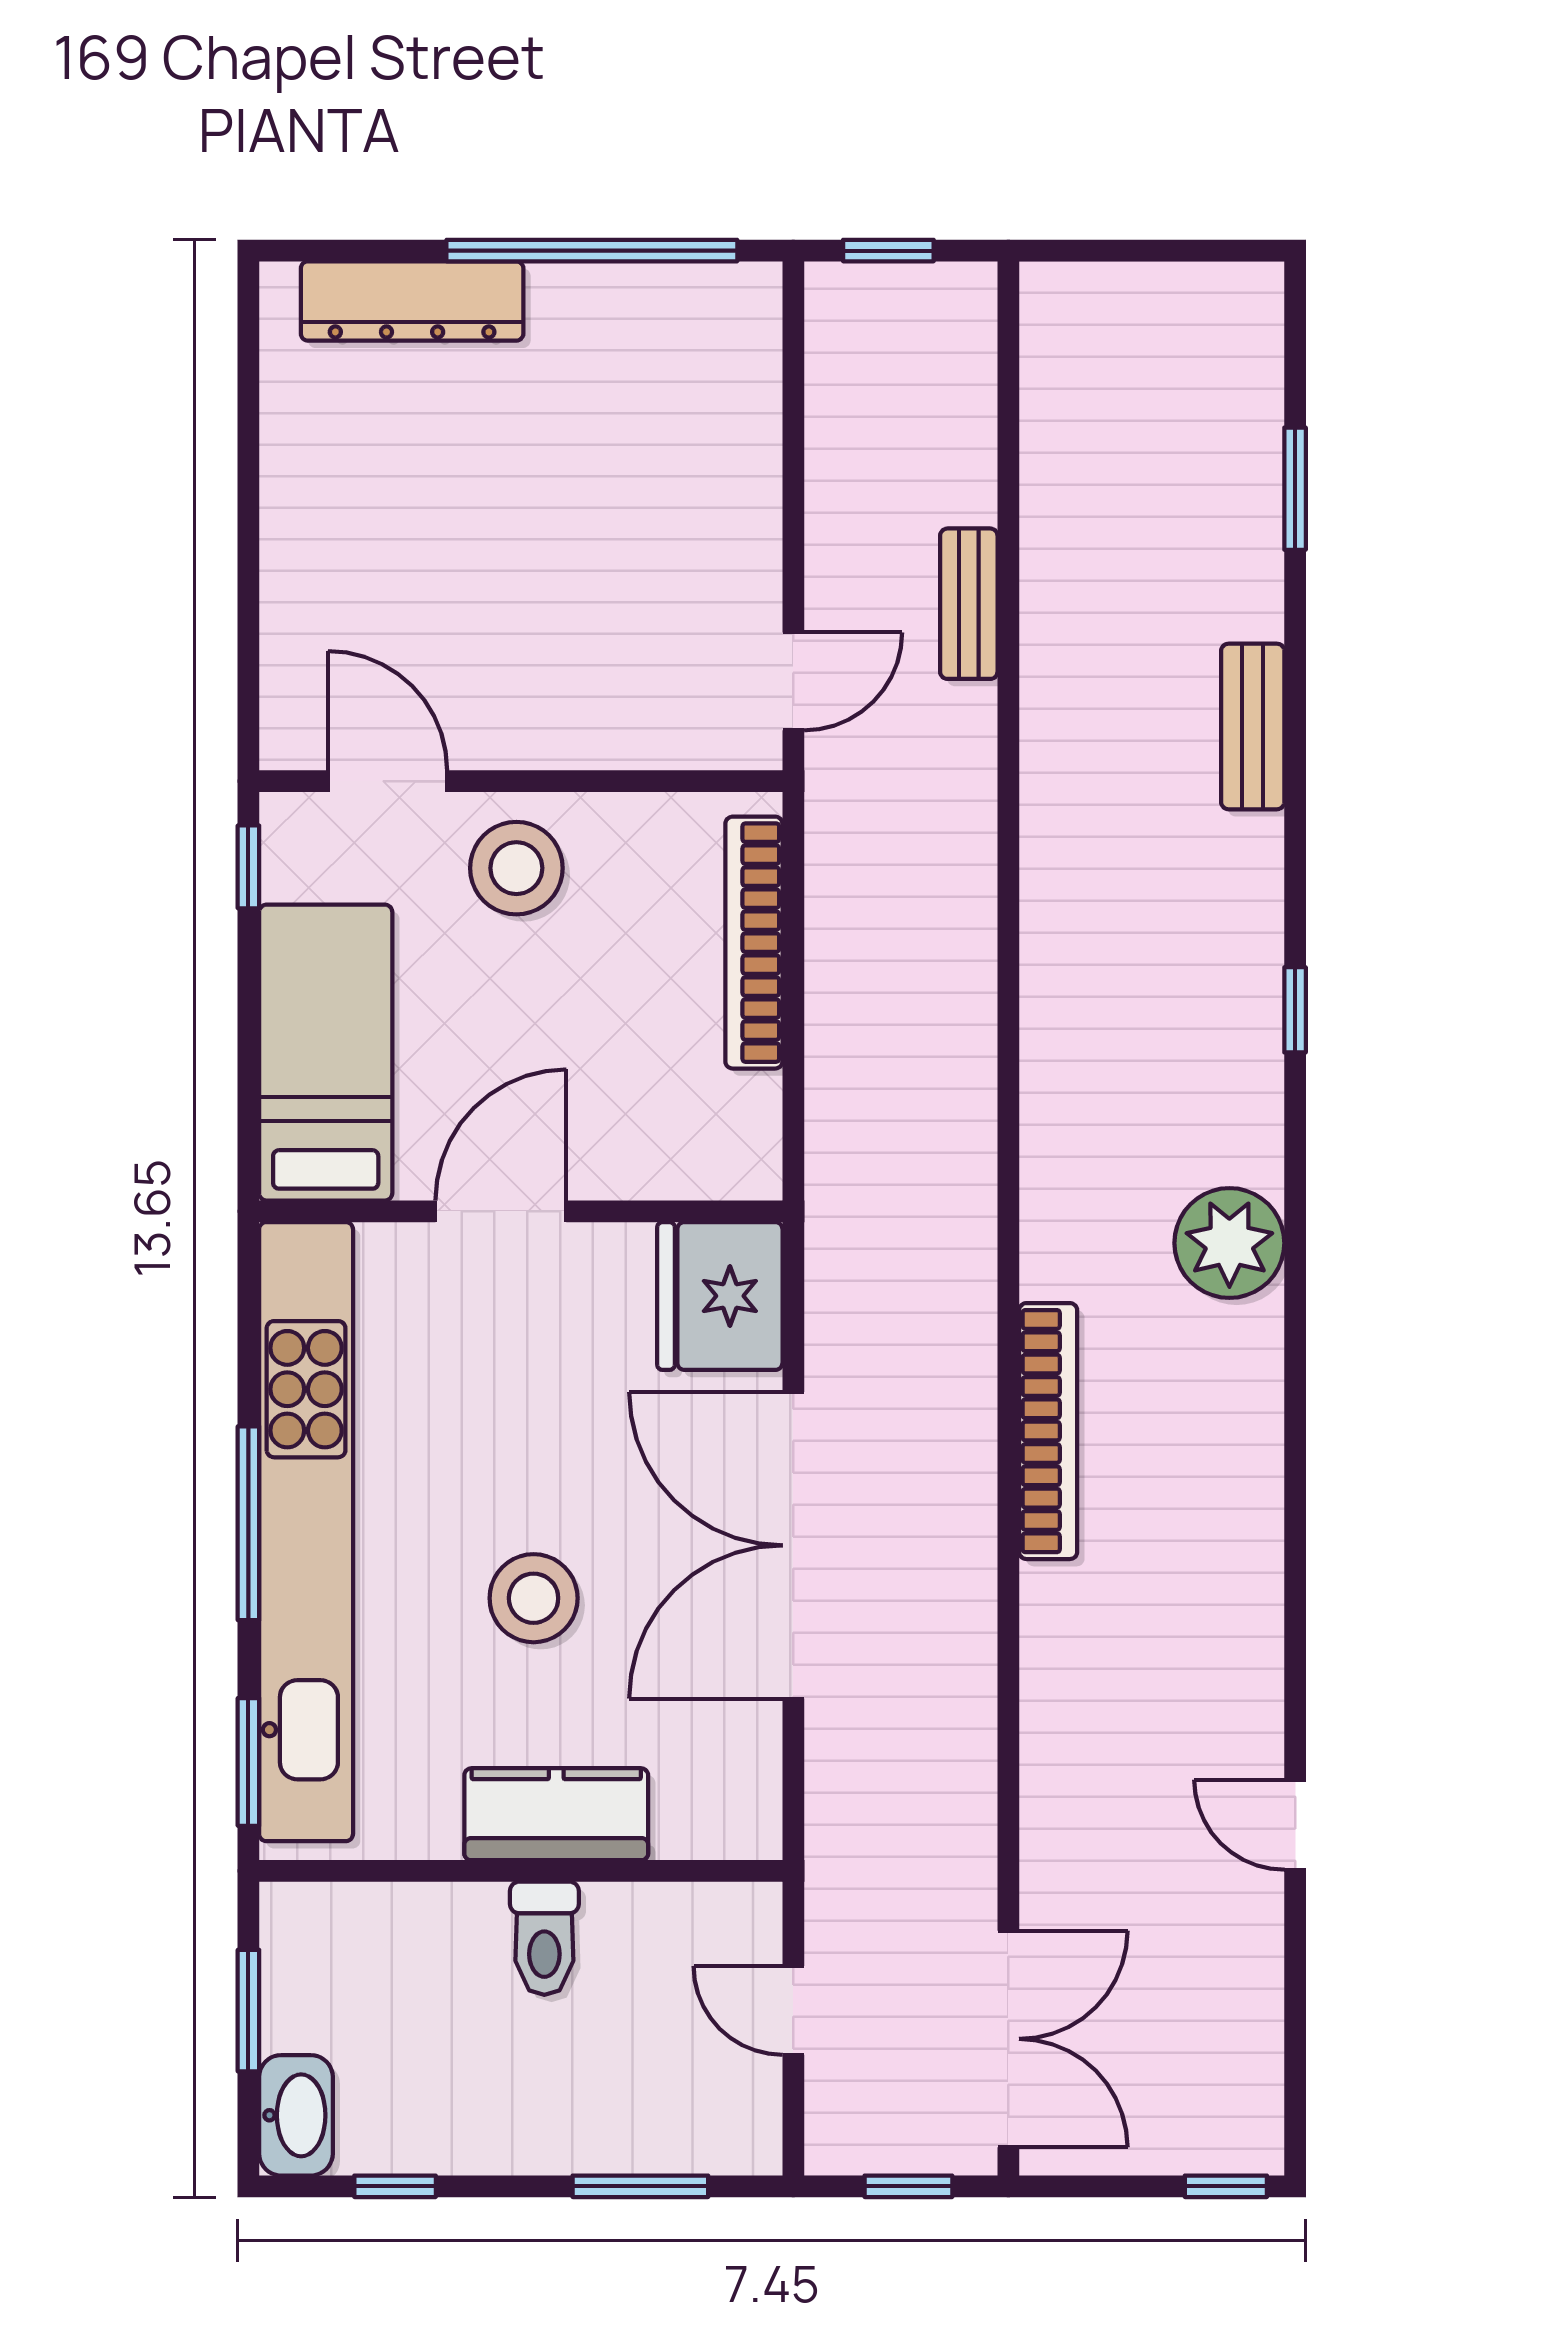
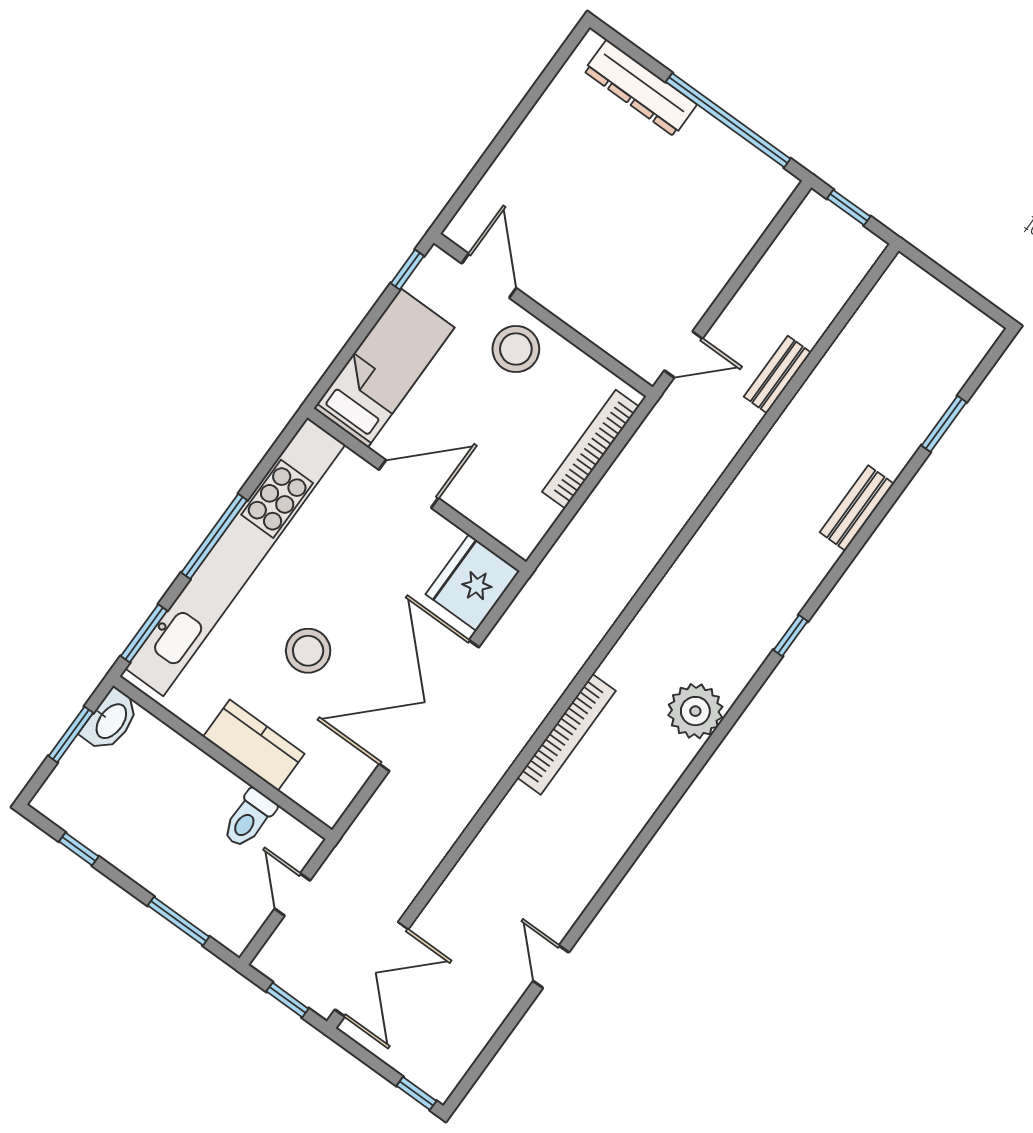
toilet: (544, 1938) -> (249, 819), moved
washbasin: (296, 2115) -> (110, 720), moved

